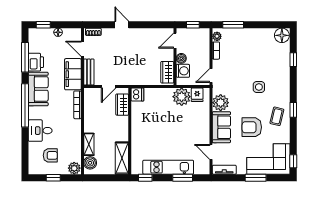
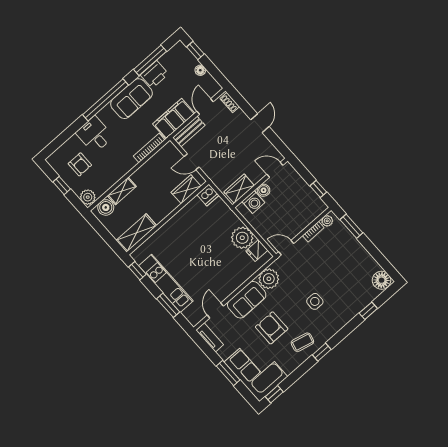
door: (175, 41) -> (275, 170), moved
wall: (175, 57) -> (260, 183), moved
boiler: (181, 58) -> (264, 190), moved
washing machine: (183, 71) -> (253, 202), moved
wardrobe: (167, 72) -> (239, 189), moved

